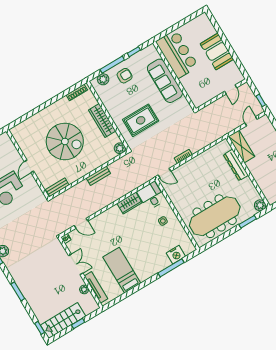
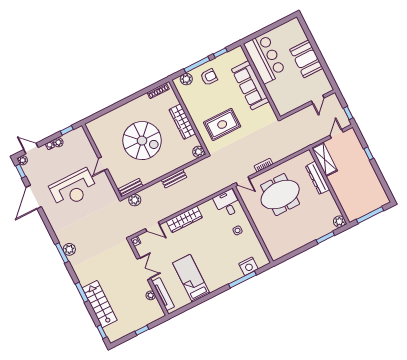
plant: (62, 199) -> (135, 200), added
wardrobe: (130, 203) -> (184, 219), moved, width x1.50
meeting table: (215, 216) -> (280, 195), moved, width x0.73
stairs: (63, 321) -> (100, 304), moved, turned 90

